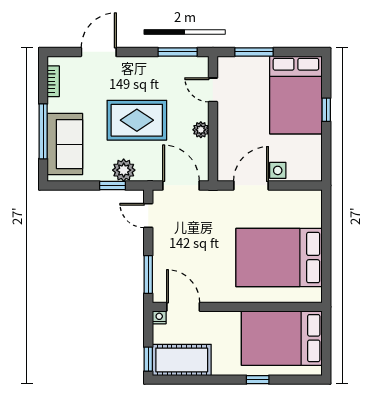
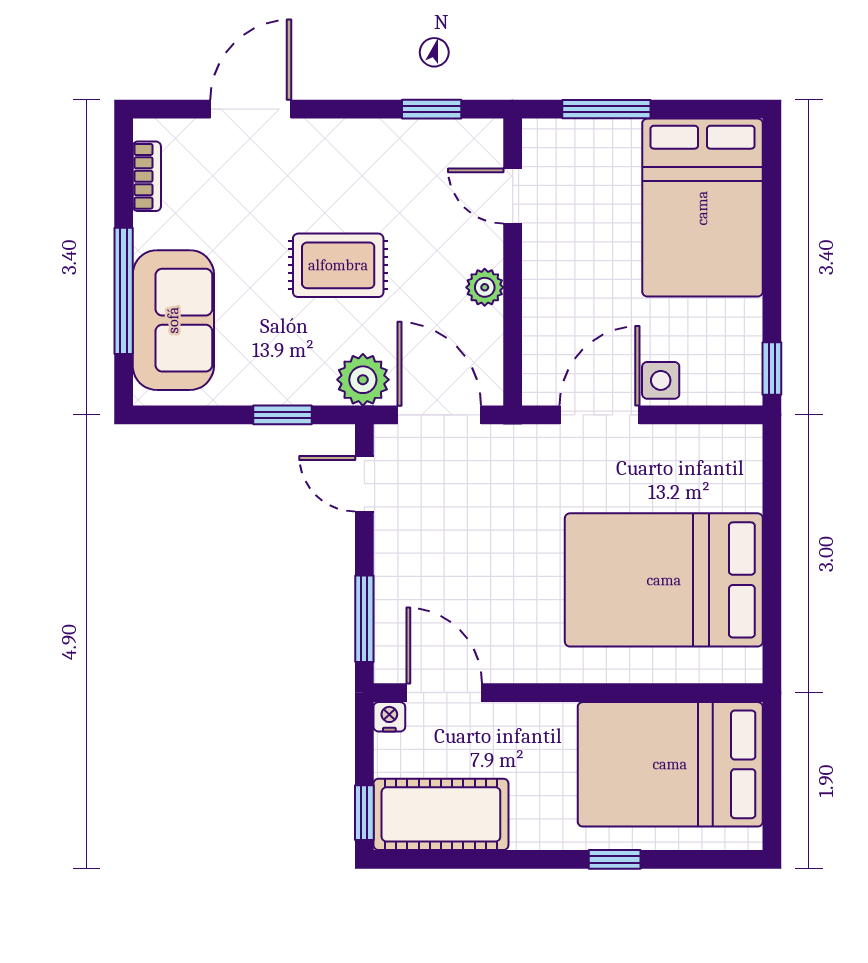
window: (178, 52) -> (432, 109), width x0.67
window: (326, 110) -> (772, 369), moved
rug: (137, 120) -> (338, 265), width x0.73, depth x0.70
plant: (124, 170) -> (363, 380), moved

